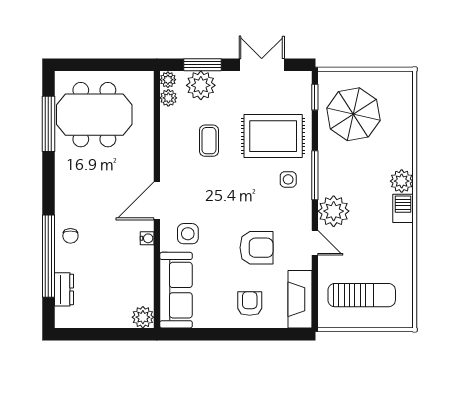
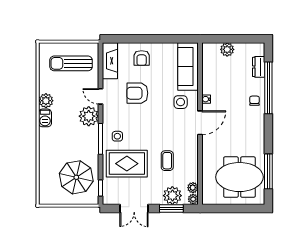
plant: (402, 181) -> (46, 101), moved
plant: (143, 317) -> (227, 49), moved

